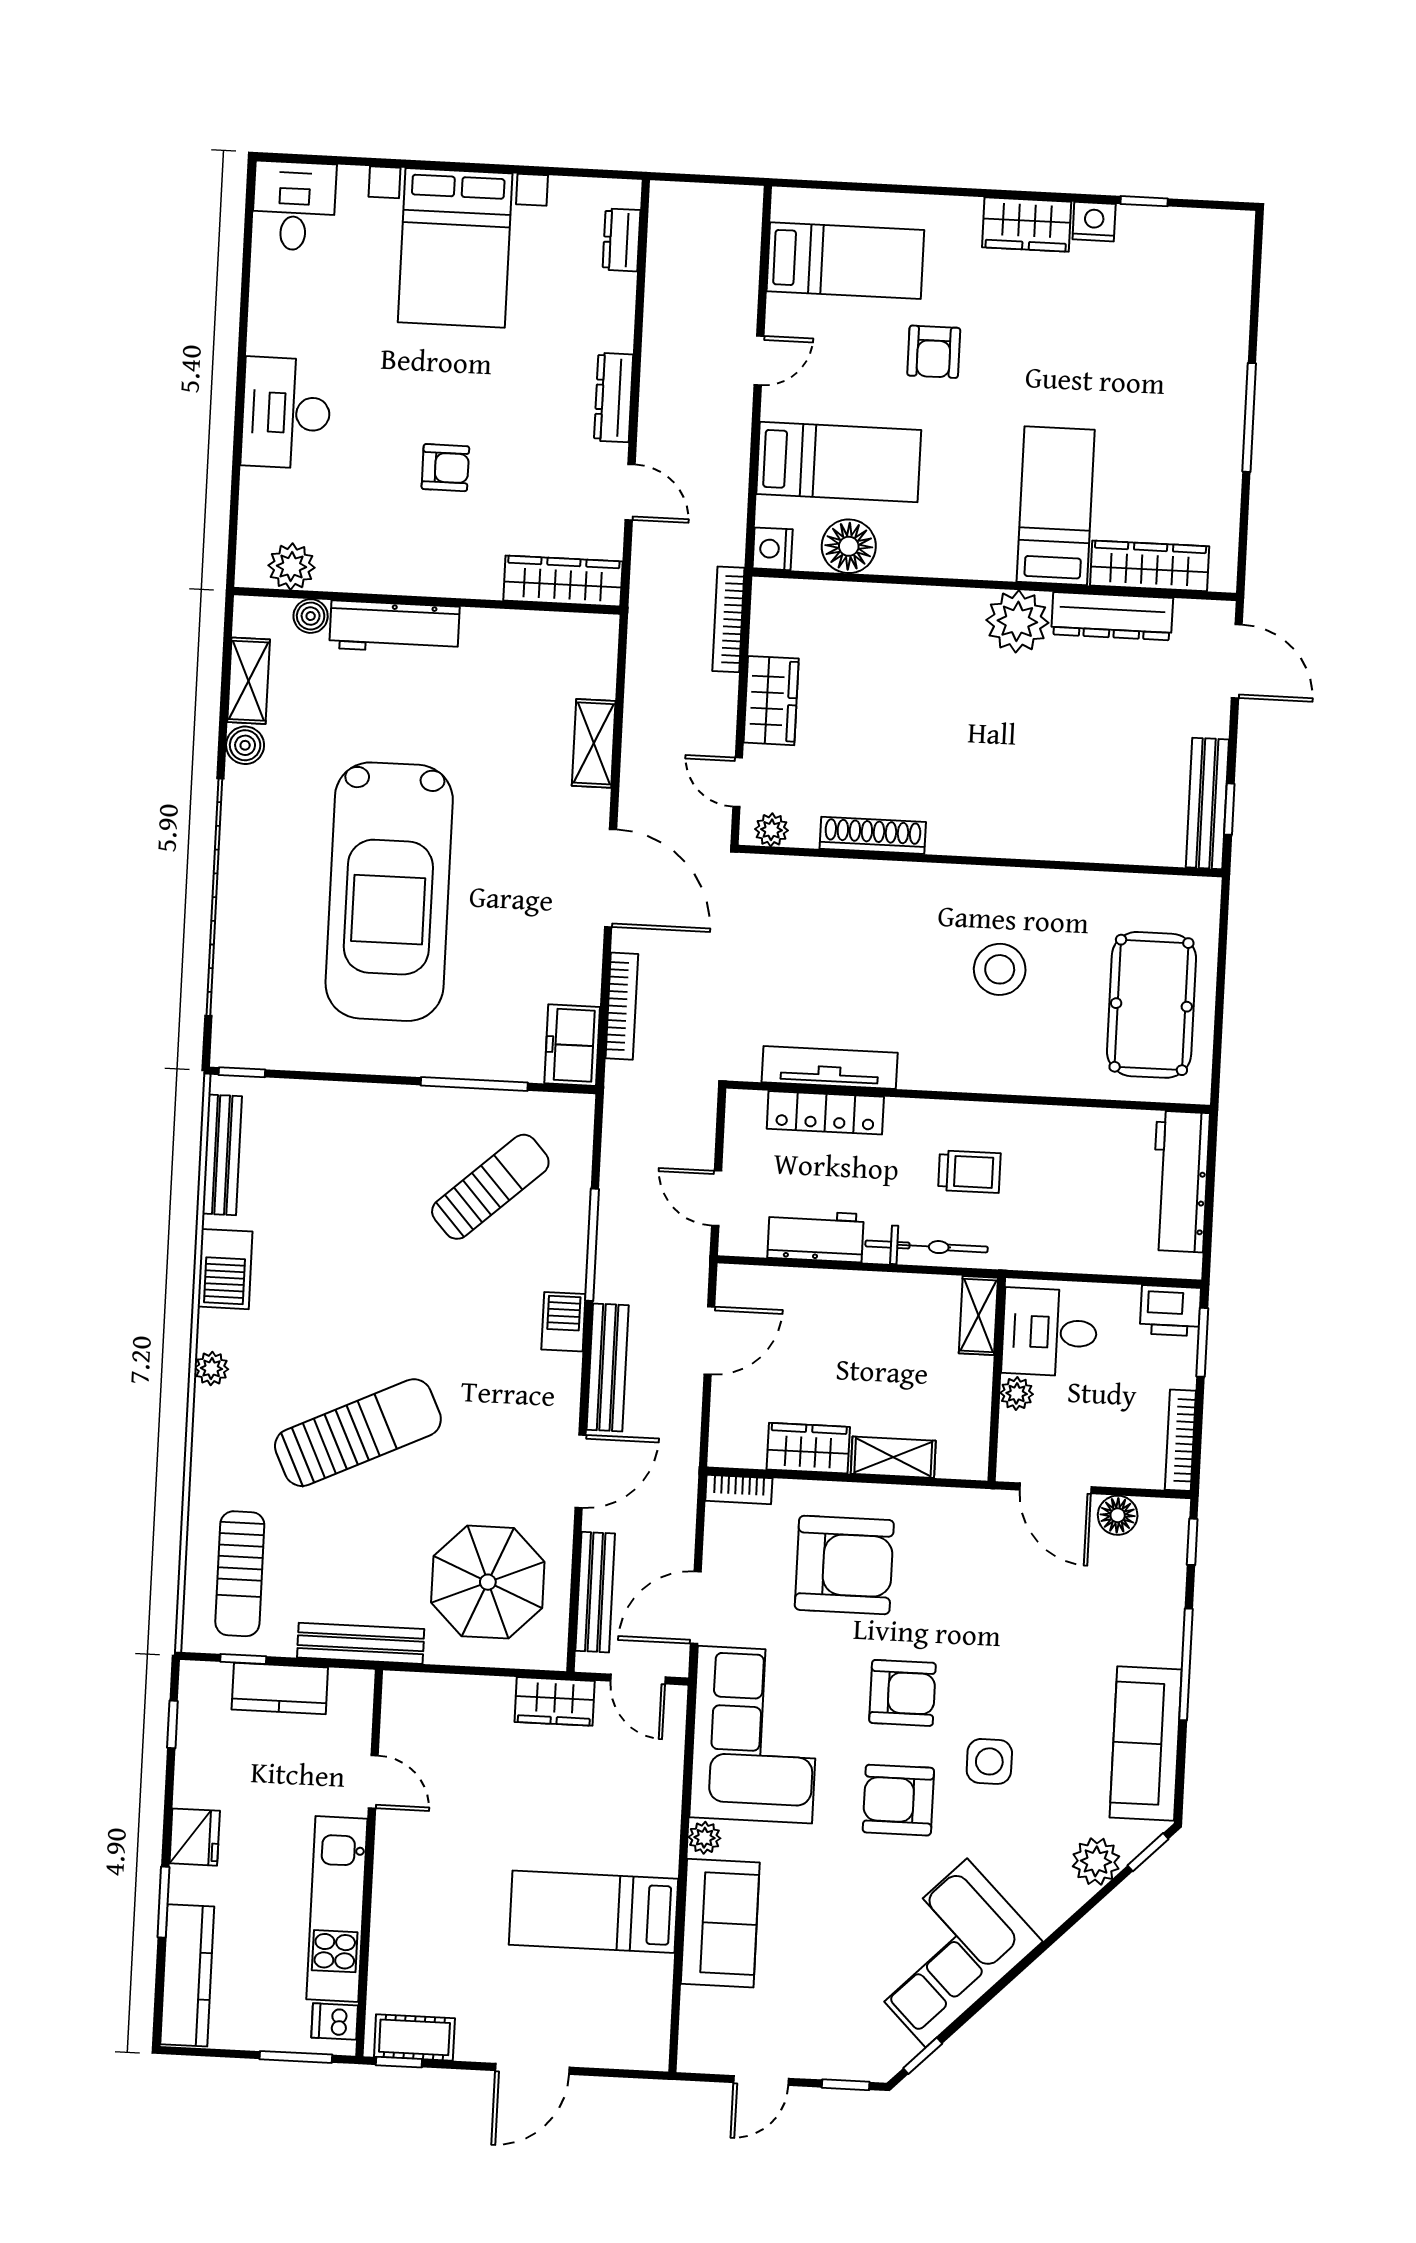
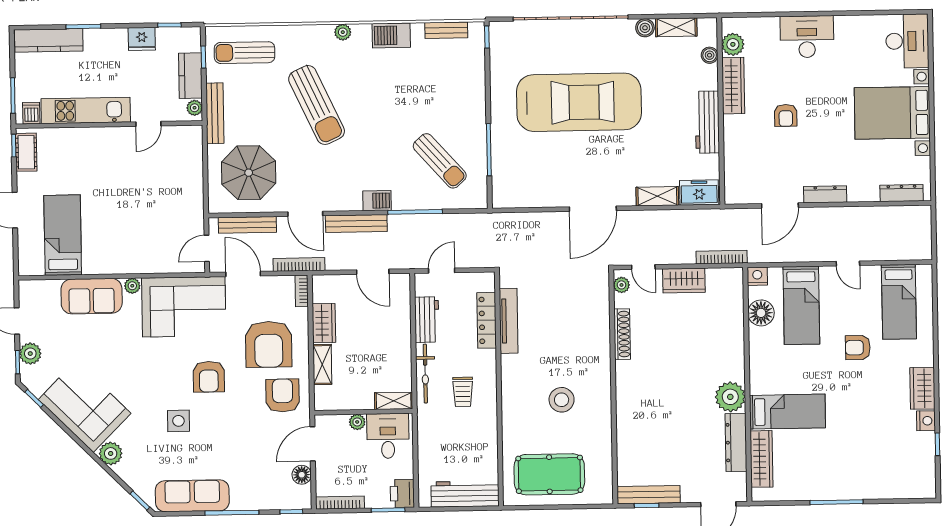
desk: (294, 206) -> (907, 41), width x1.37
dresser: (621, 240) -> (902, 193), width x1.44
door: (630, 492) -> (780, 206), width x1.38
wardrobe: (563, 581) -> (733, 86), moved
workbench: (394, 627) -> (707, 122), moved
door: (738, 782) -> (643, 267), swing flipped
car: (389, 892) -> (579, 102), turned 180
bookcase: (622, 1006) -> (299, 264), moved, turned 180
freezer: (572, 1045) -> (699, 192), moved
bench: (222, 1155) -> (446, 30), width x0.73
plant: (347, 1684) -> (195, 108), added
wardrobe: (555, 1701) -> (193, 209), removed
armchair: (898, 1800) -> (283, 395), moved
fridge: (195, 1837) -> (142, 39), moved
plant: (1096, 1861) -> (111, 453), moved
bed: (593, 1912) -> (63, 235), moved
plant: (830, 2057) -> (30, 354), added

